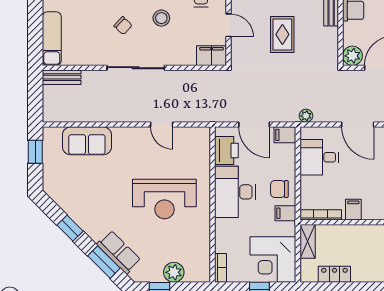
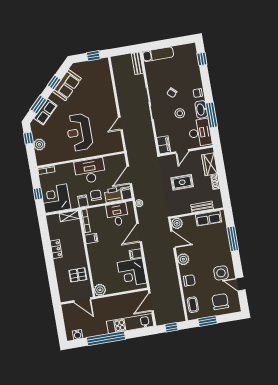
sofa: (87, 141) -> (67, 85), moved, turned -135
printer: (226, 151) -> (113, 195), moved, turned 180
locker: (334, 274) -> (56, 249), moved

